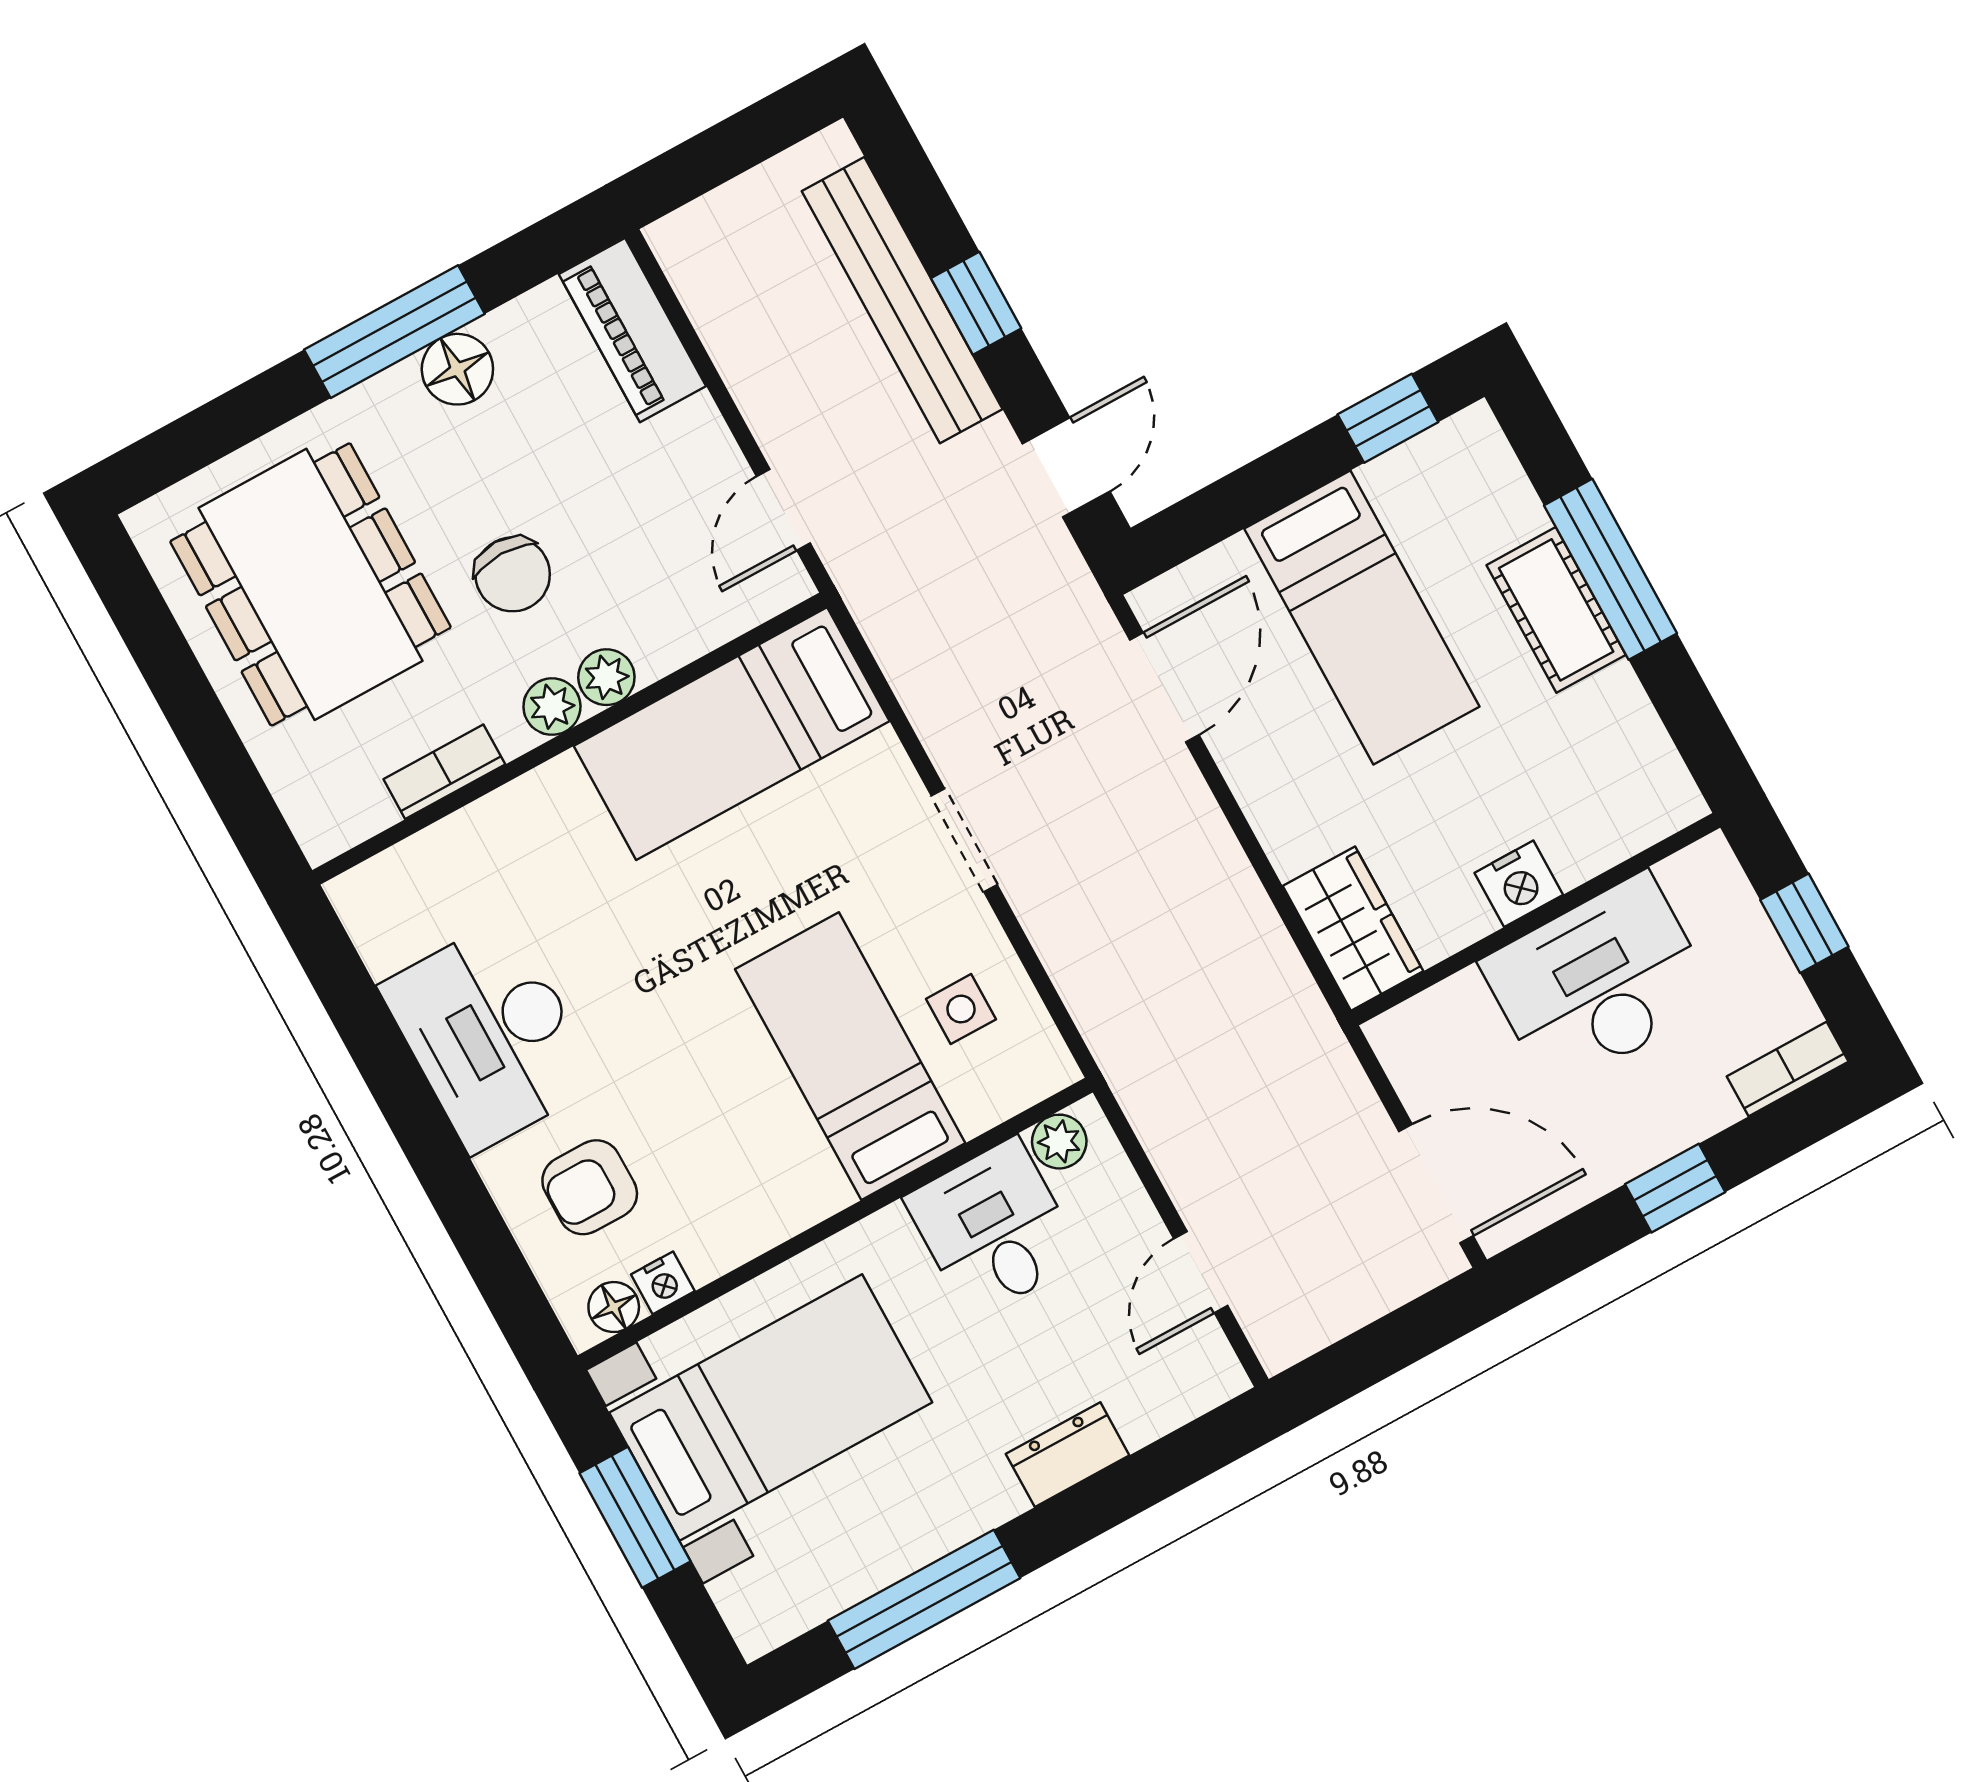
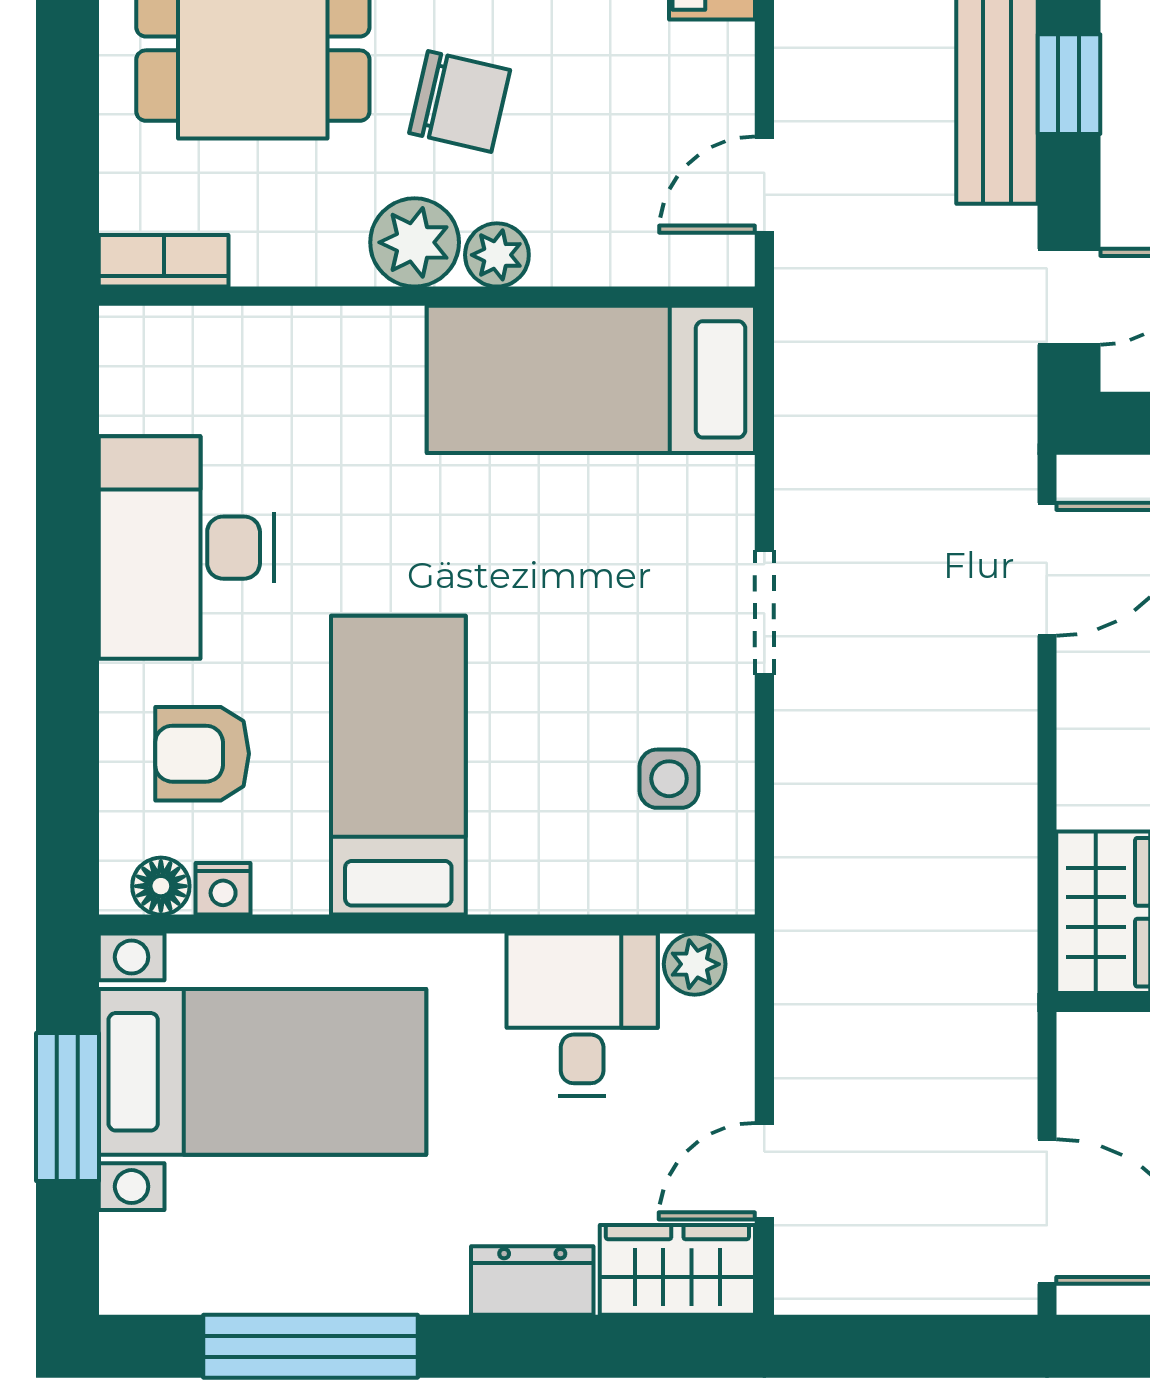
chair: (513, 574) -> (460, 101), turned -77
plant: (552, 707) -> (415, 242), width x1.38, depth x1.38
bookcase: (444, 772) -> (164, 261), moved
bed: (850, 1056) -> (398, 765), moved
wardrobe: (1175, 1385) -> (677, 1270), added

